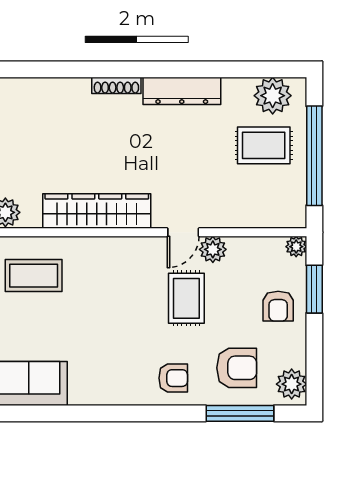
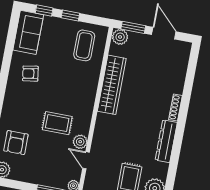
door: (183, 232) -> (86, 160), moved
armchair: (278, 306) -> (44, 170), removed
armchair: (173, 378) -> (30, 74), moved, turned 81

